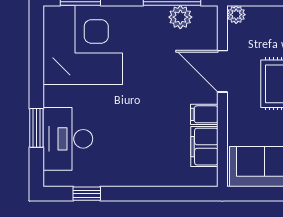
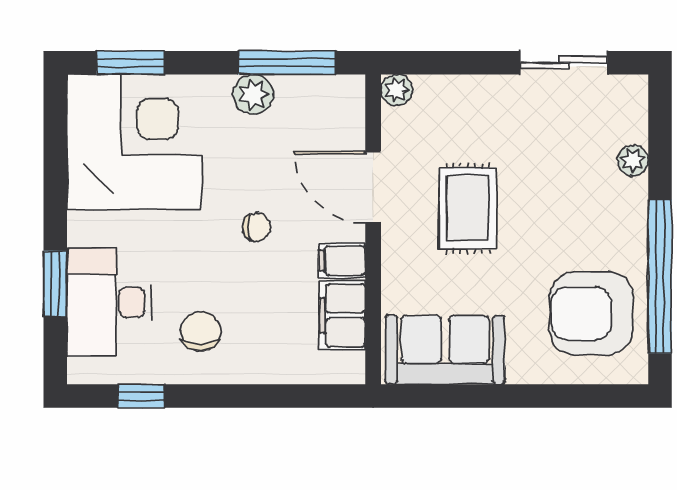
plant: (180, 17) -> (253, 94), moved
chair: (154, 95) -> (256, 227), added
chair: (121, 156) -> (201, 331), added

